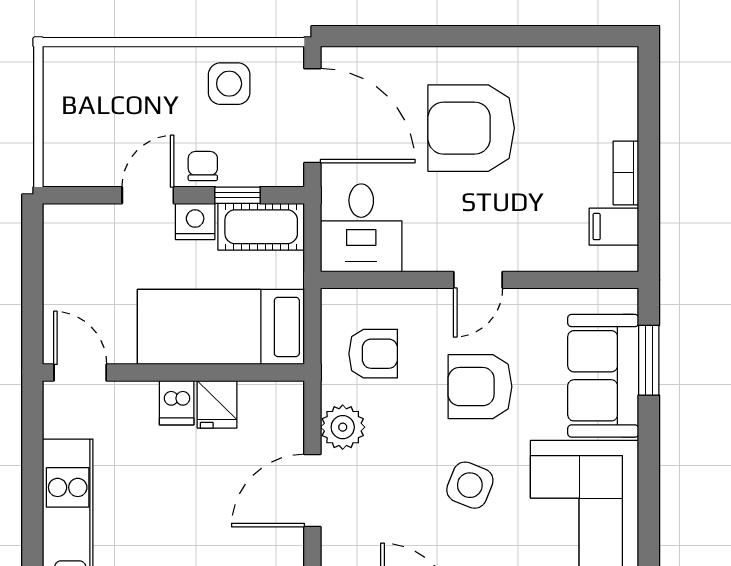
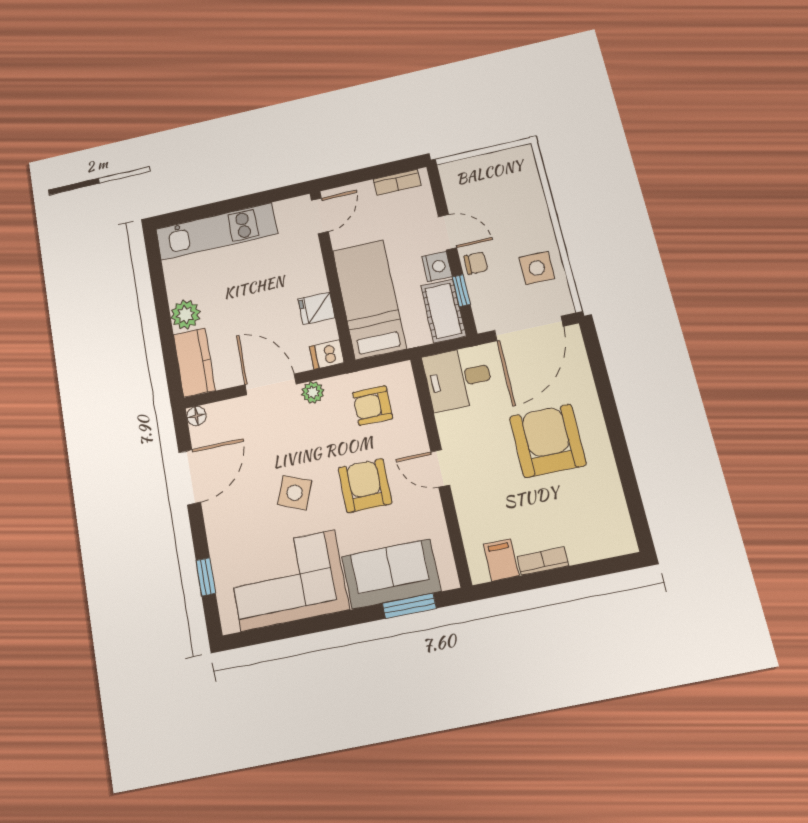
bookcase: (56, 251) -> (397, 182), added
armchair: (373, 354) -> (372, 406), turned 90
dishwasher: (177, 403) -> (327, 354), moved
plant: (343, 427) -> (313, 392), width x0.73, depth x0.73

